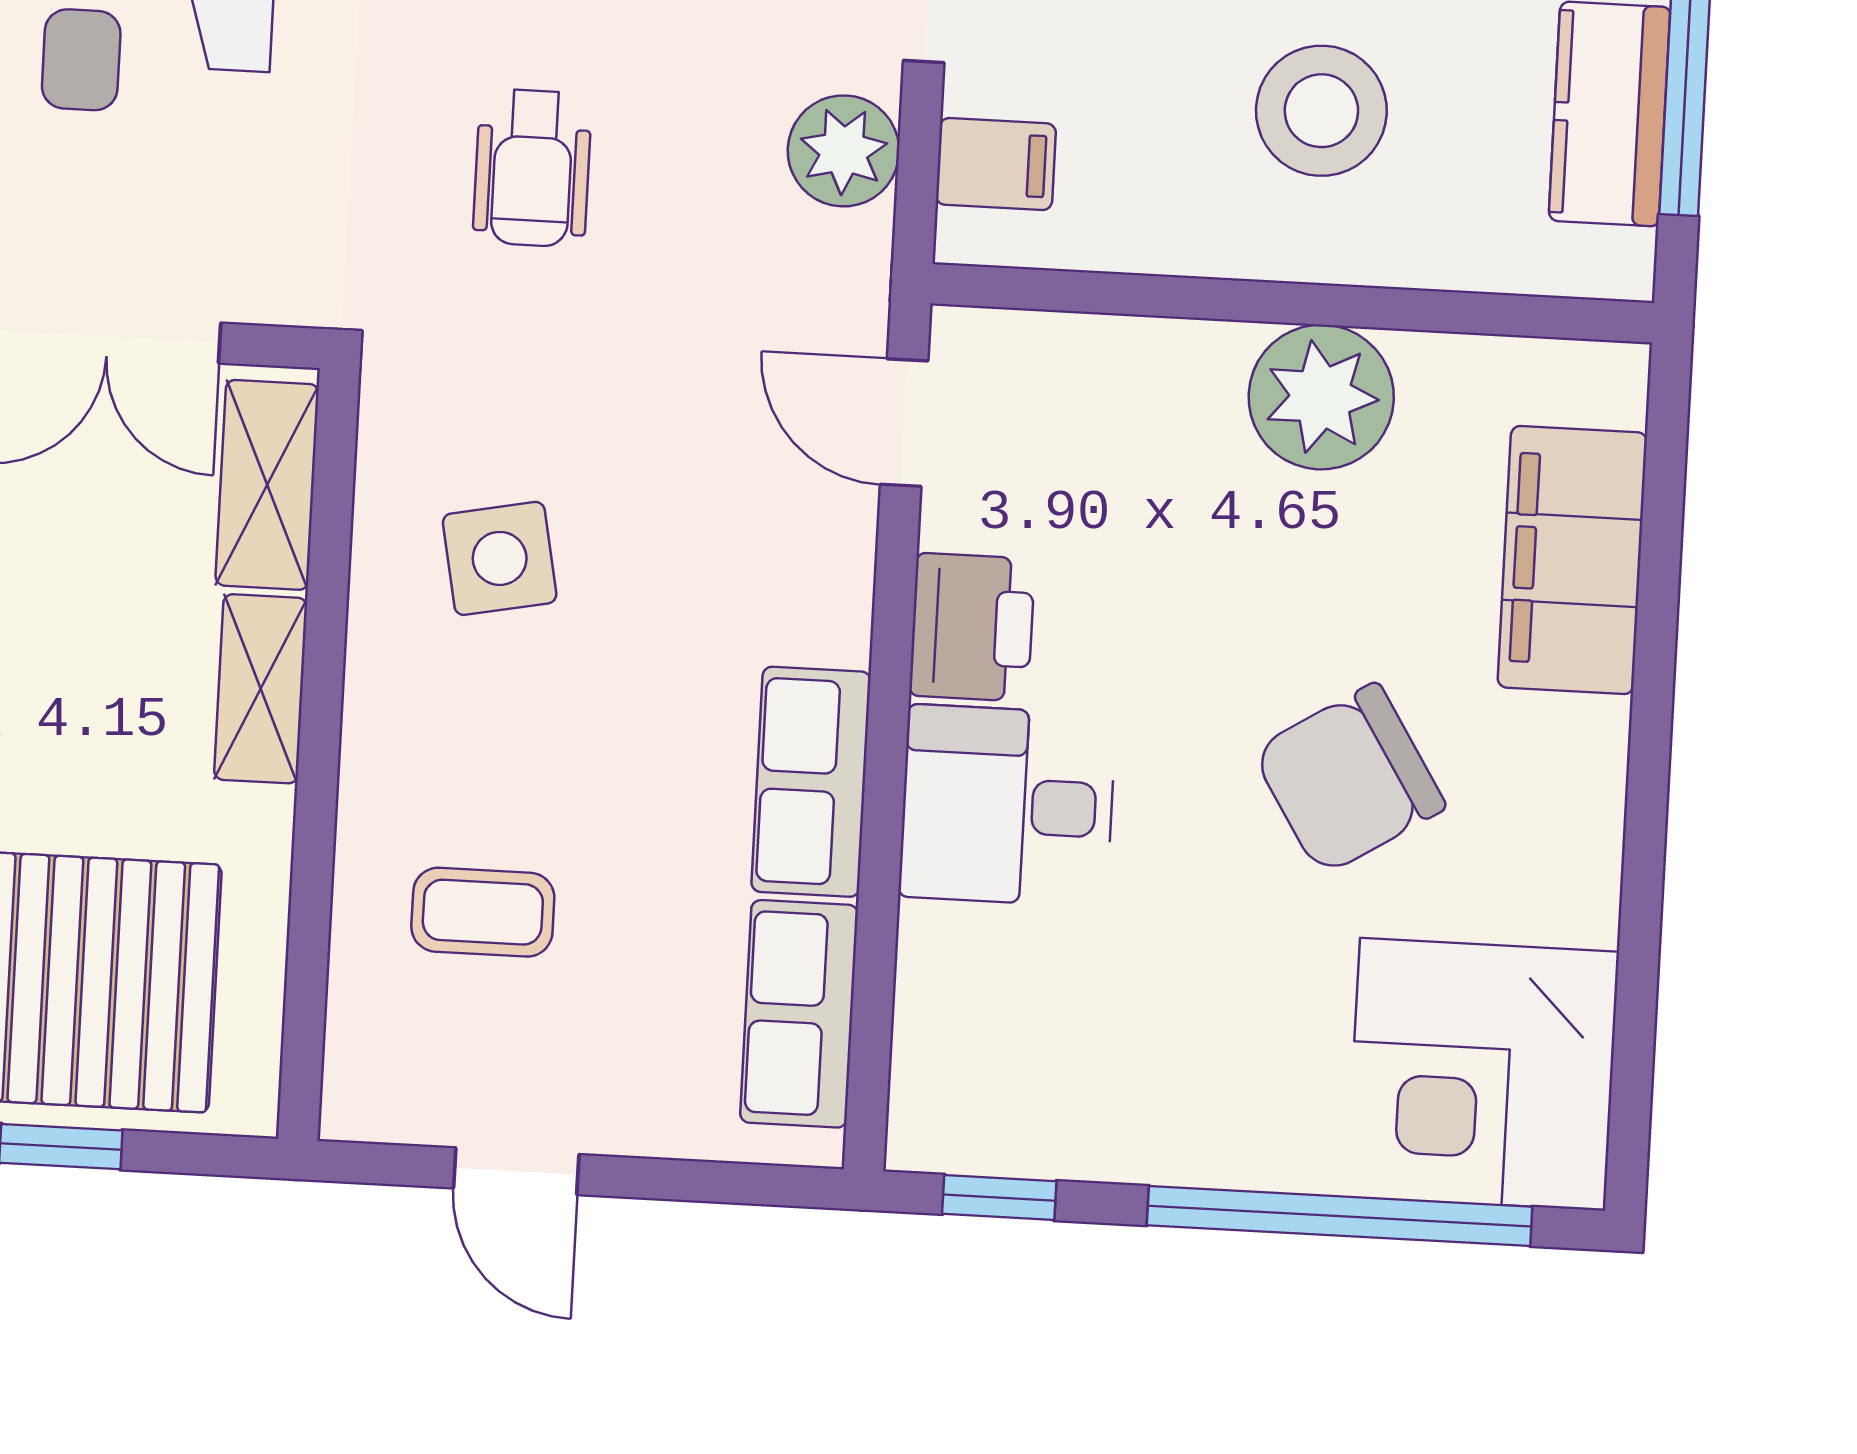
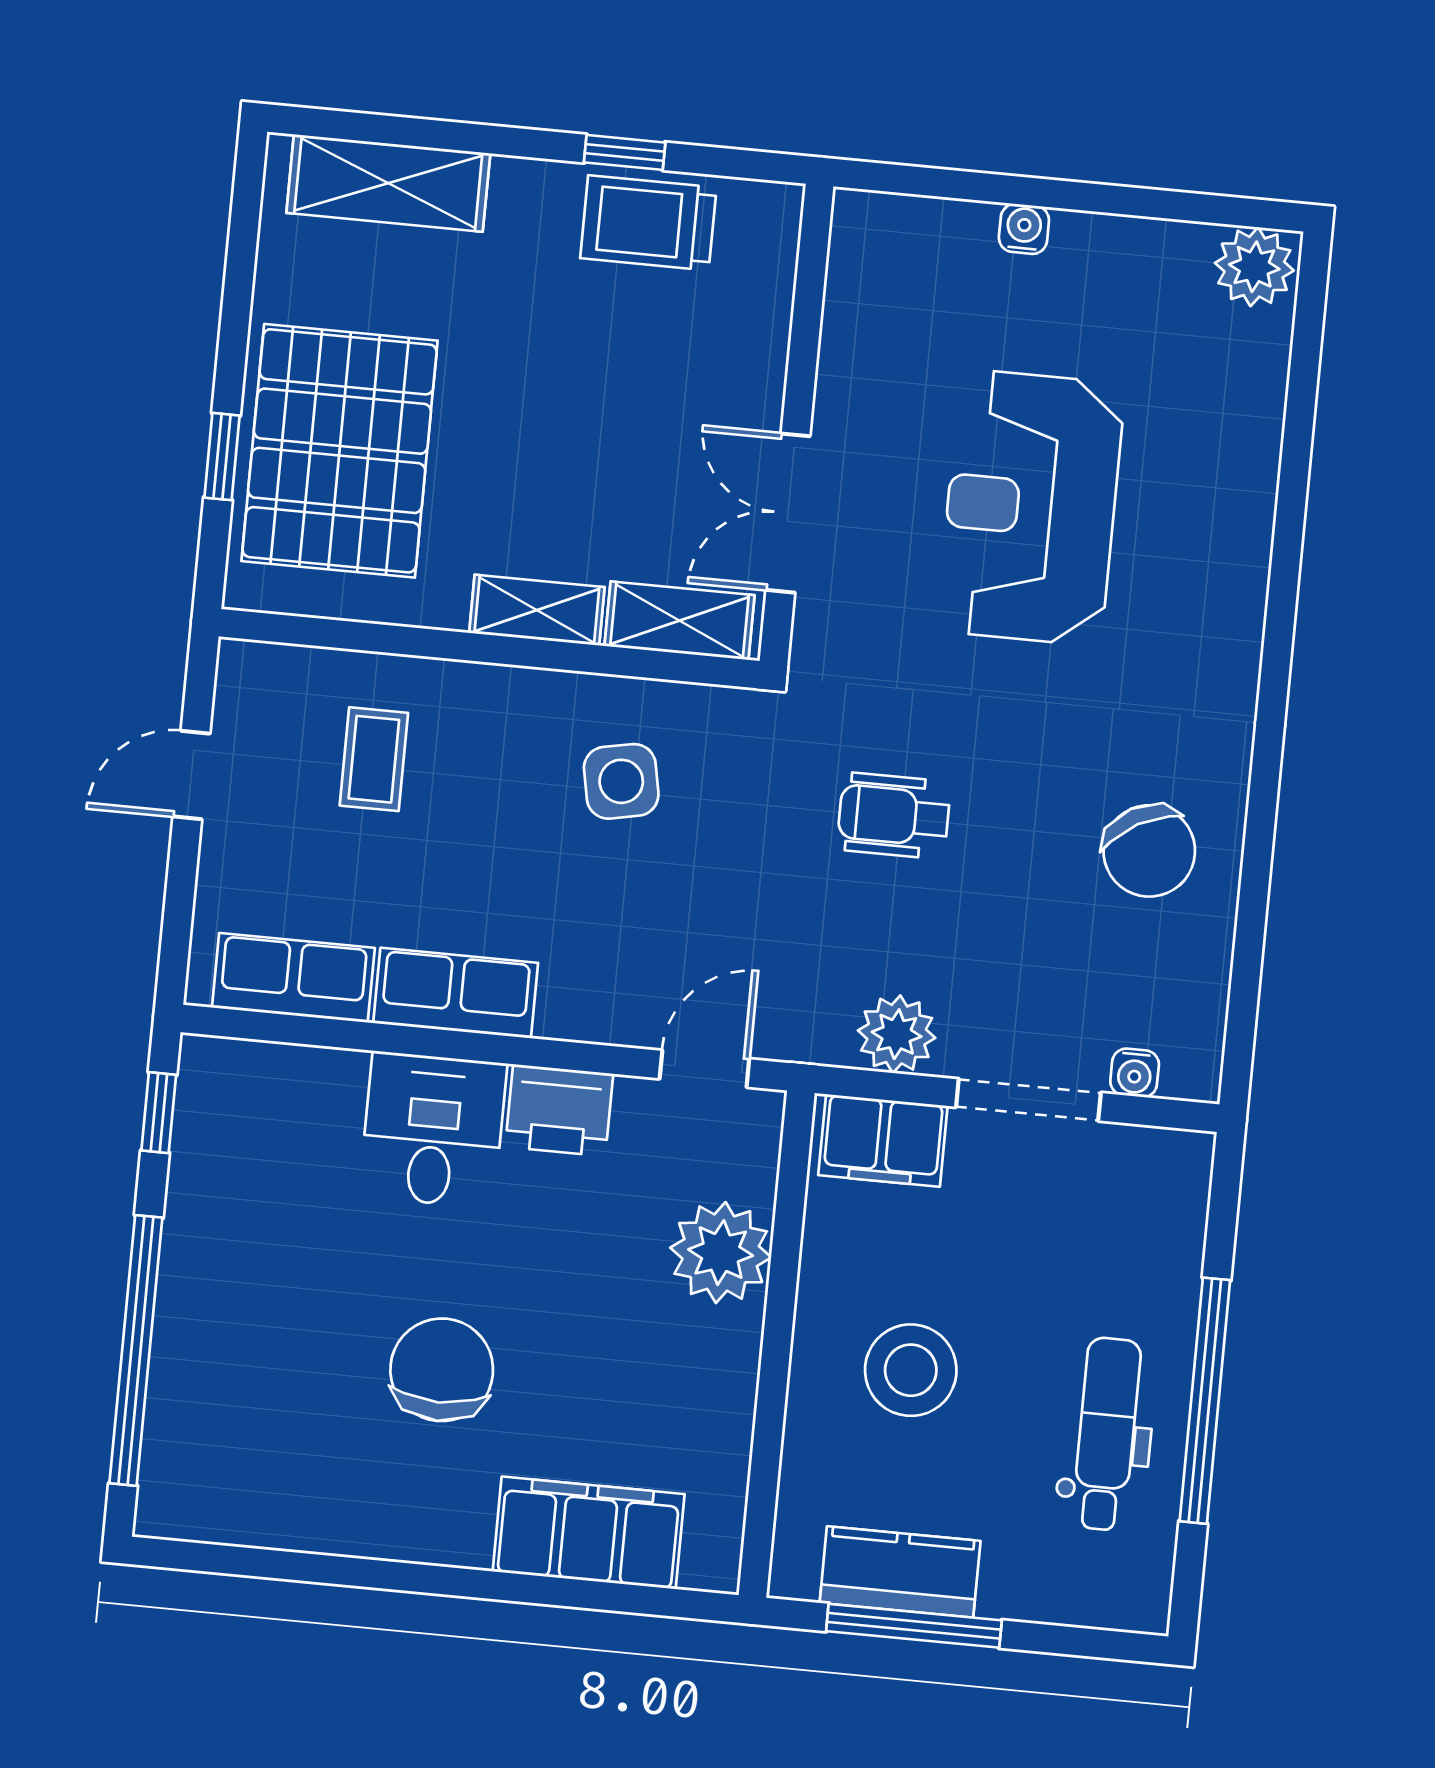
filing cabinet: (996, 164) -> (883, 1141), width x2.00
plant: (1321, 397) -> (721, 1253), moved
chair: (1349, 779) -> (442, 1370), turned 32
corner desk: (1483, 1074) -> (231, 1455), removed

